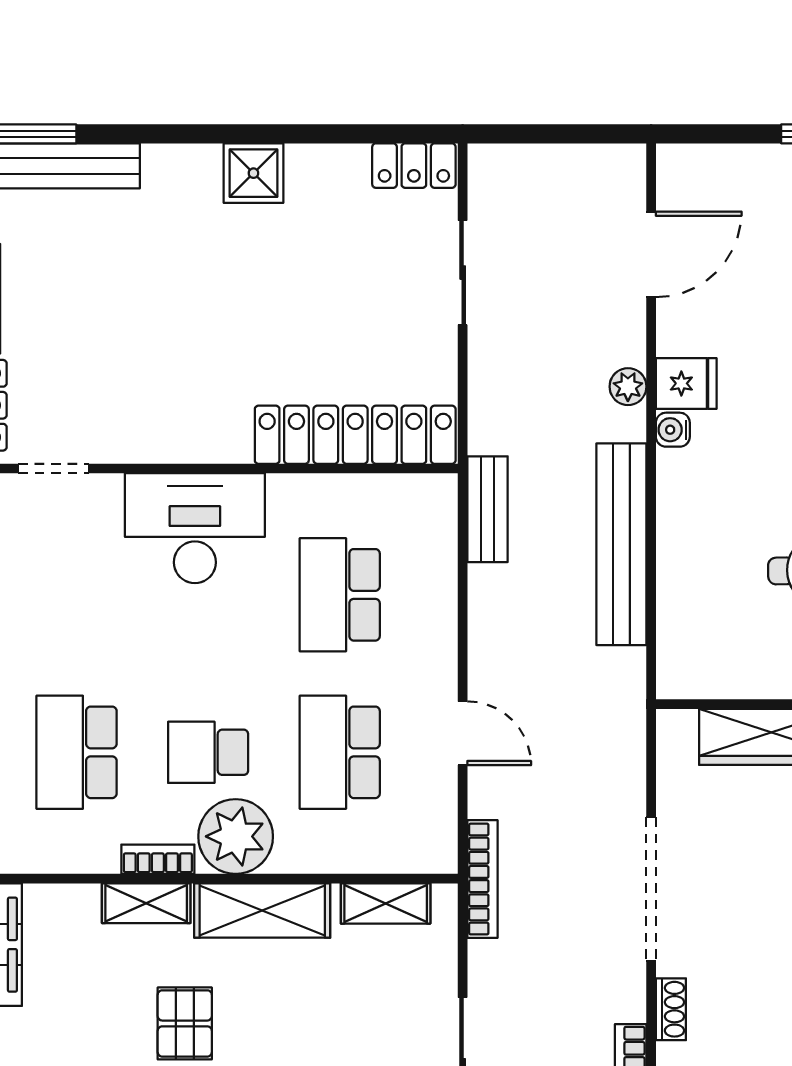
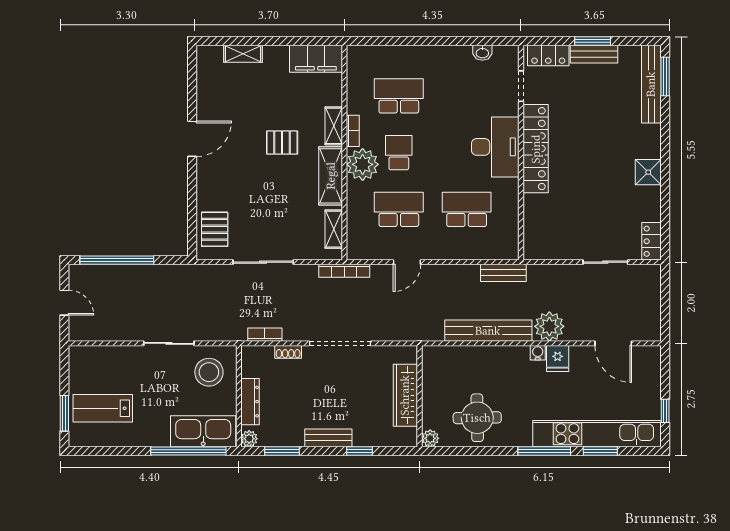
plant: (628, 387) -> (549, 326), width x1.88, depth x1.88
locker: (355, 435) -> (536, 149), moved

